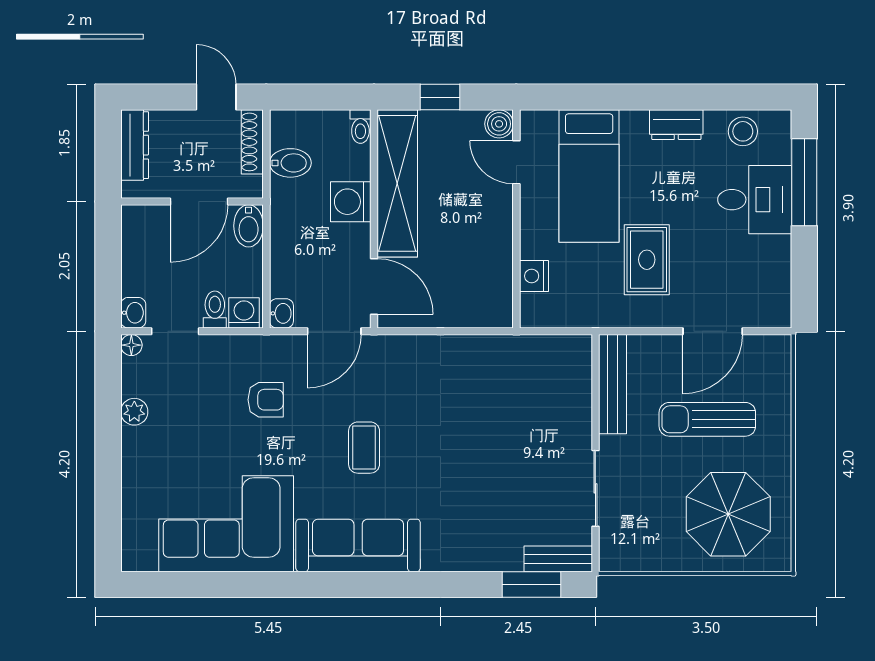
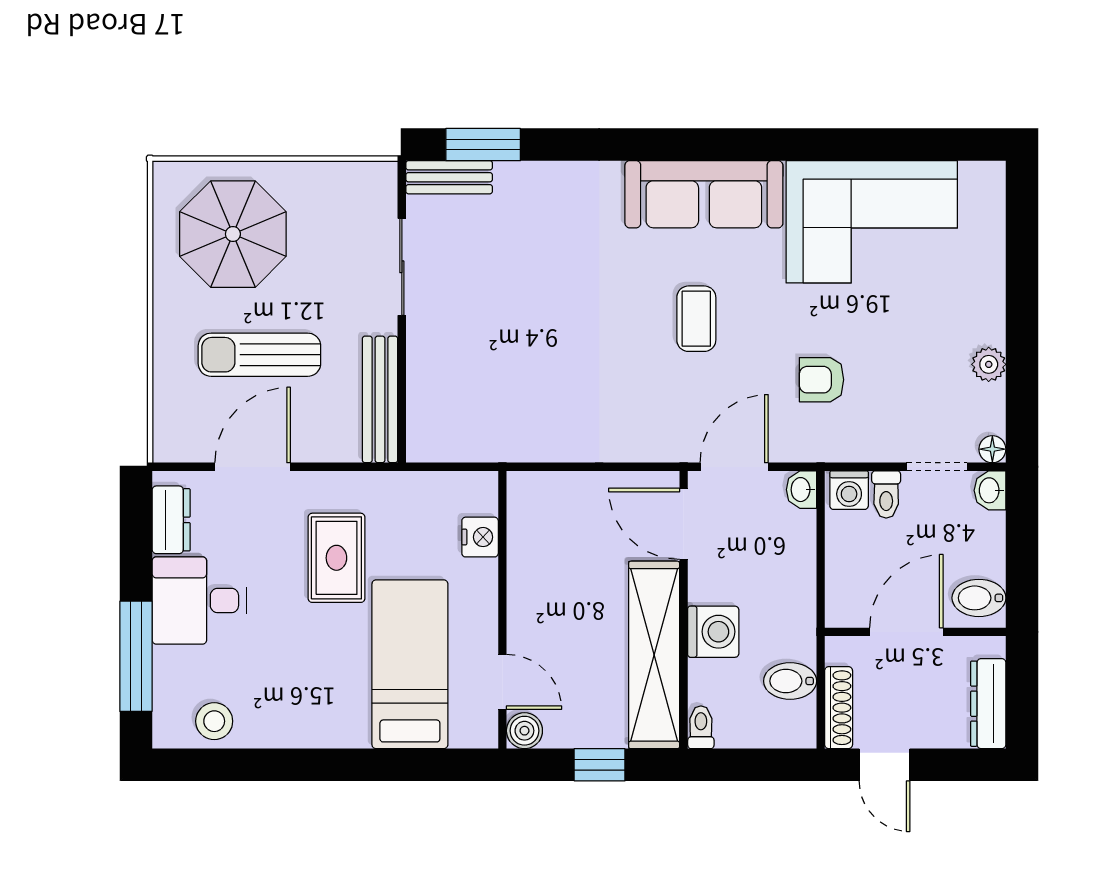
dresser: (676, 125) -> (171, 520), moved, turned 90
desk: (755, 200) -> (199, 600), moved
bidet: (249, 226) -> (979, 598), moved, turned -90
sun lounger: (707, 419) -> (259, 355), turned 180

